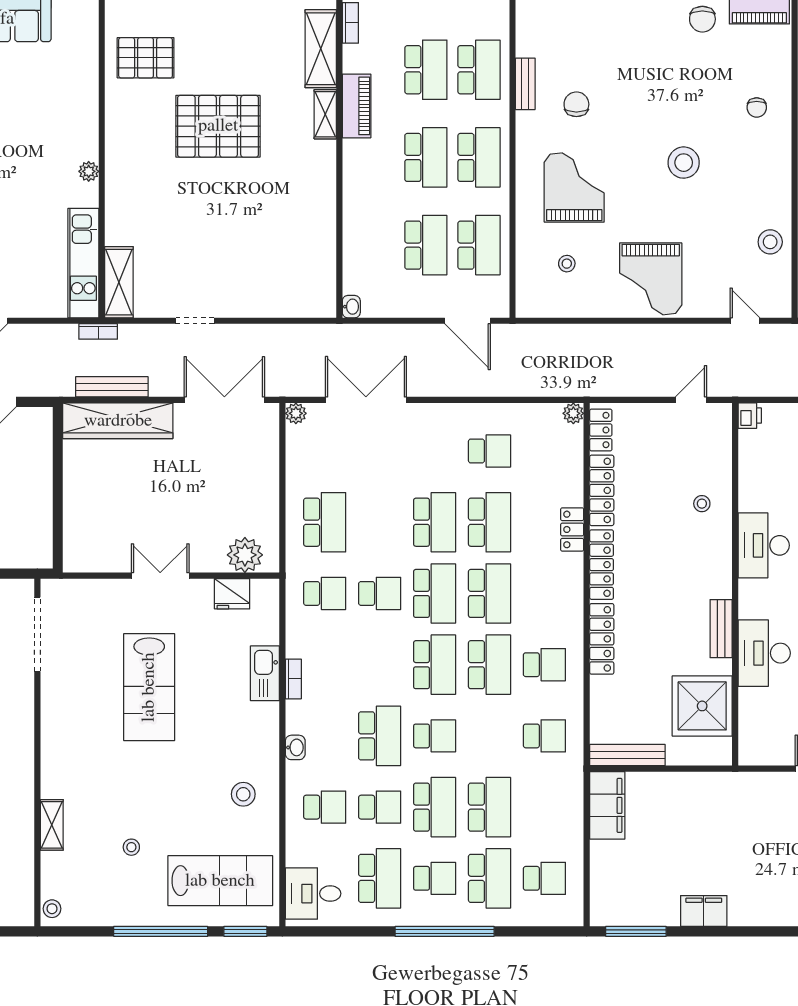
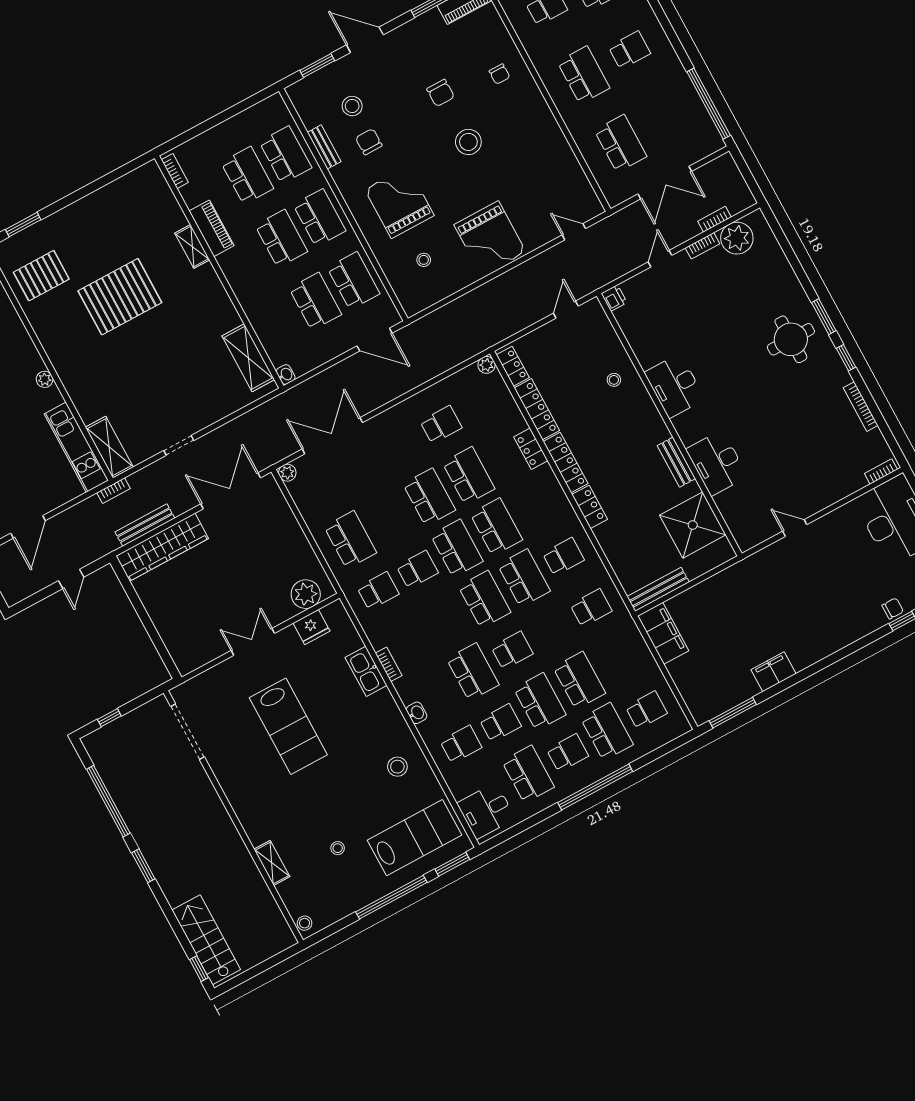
chair: (702, 19) -> (441, 93), moved
shelving: (321, 49) -> (248, 358), moved
stool: (770, 242) -> (352, 106), moved
locker: (602, 639) -> (590, 507), width x0.66

